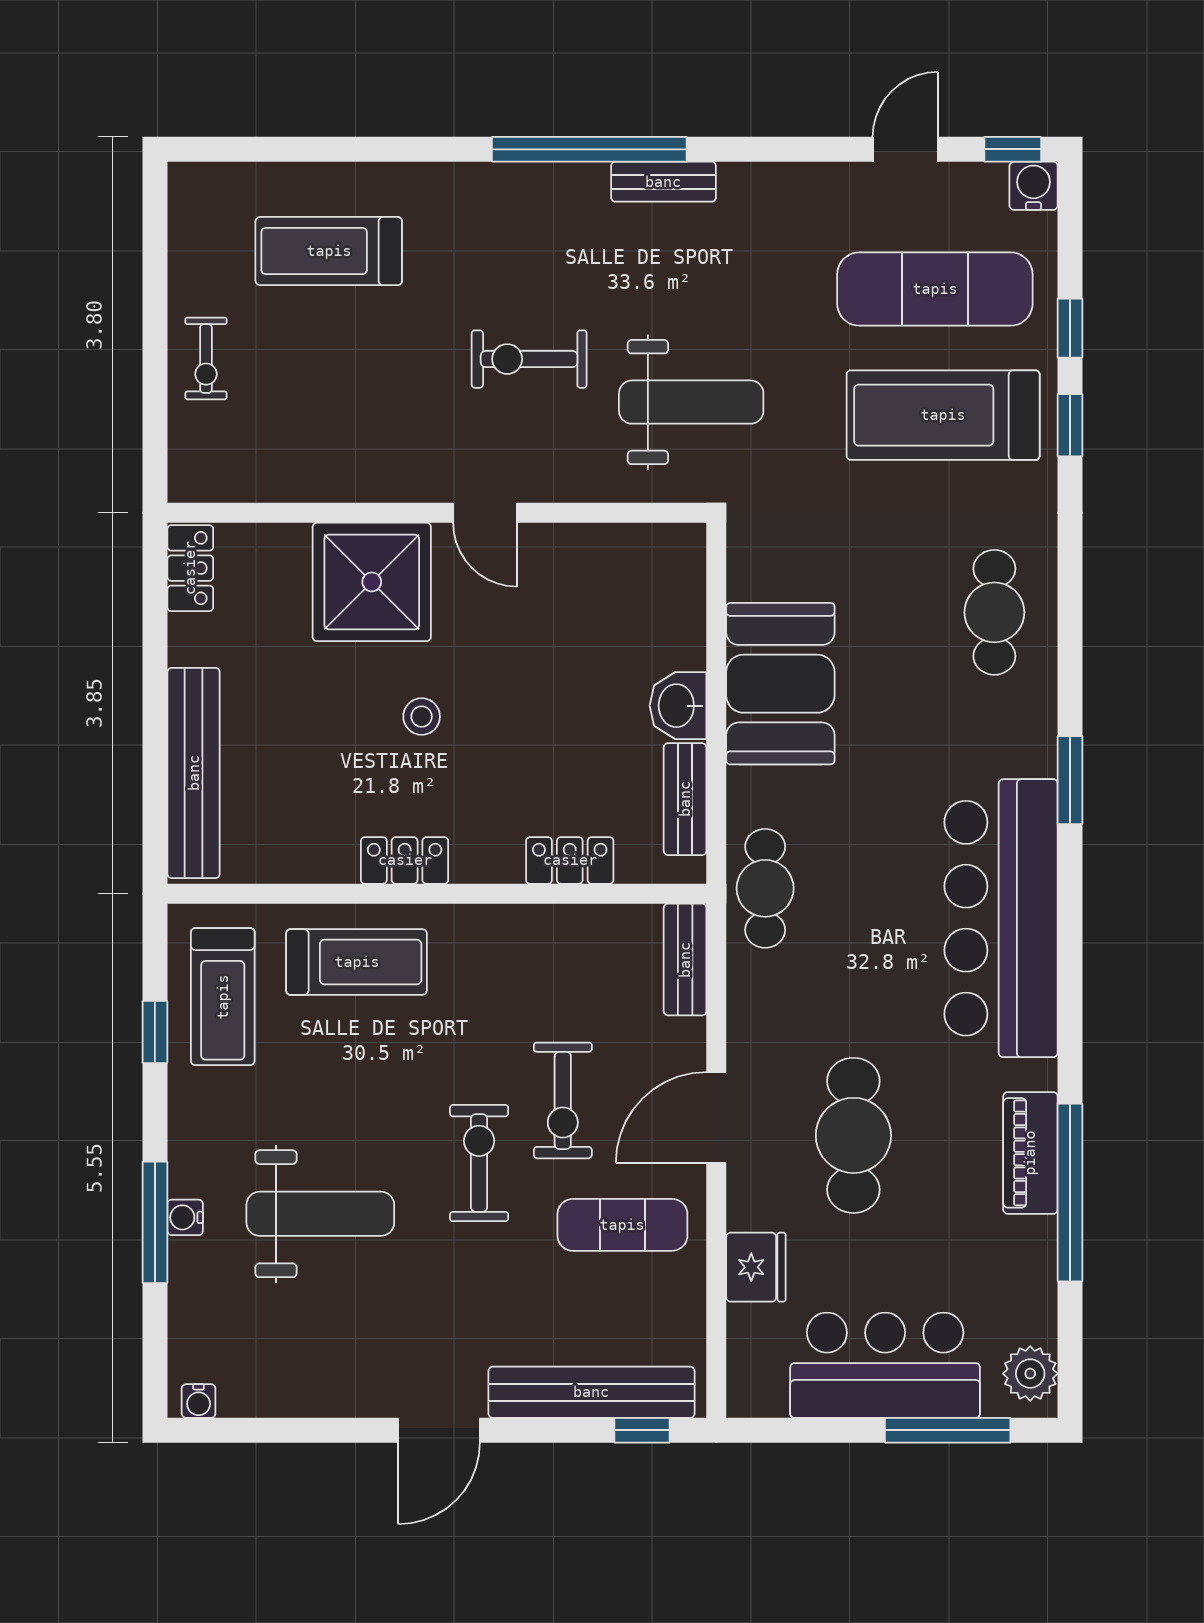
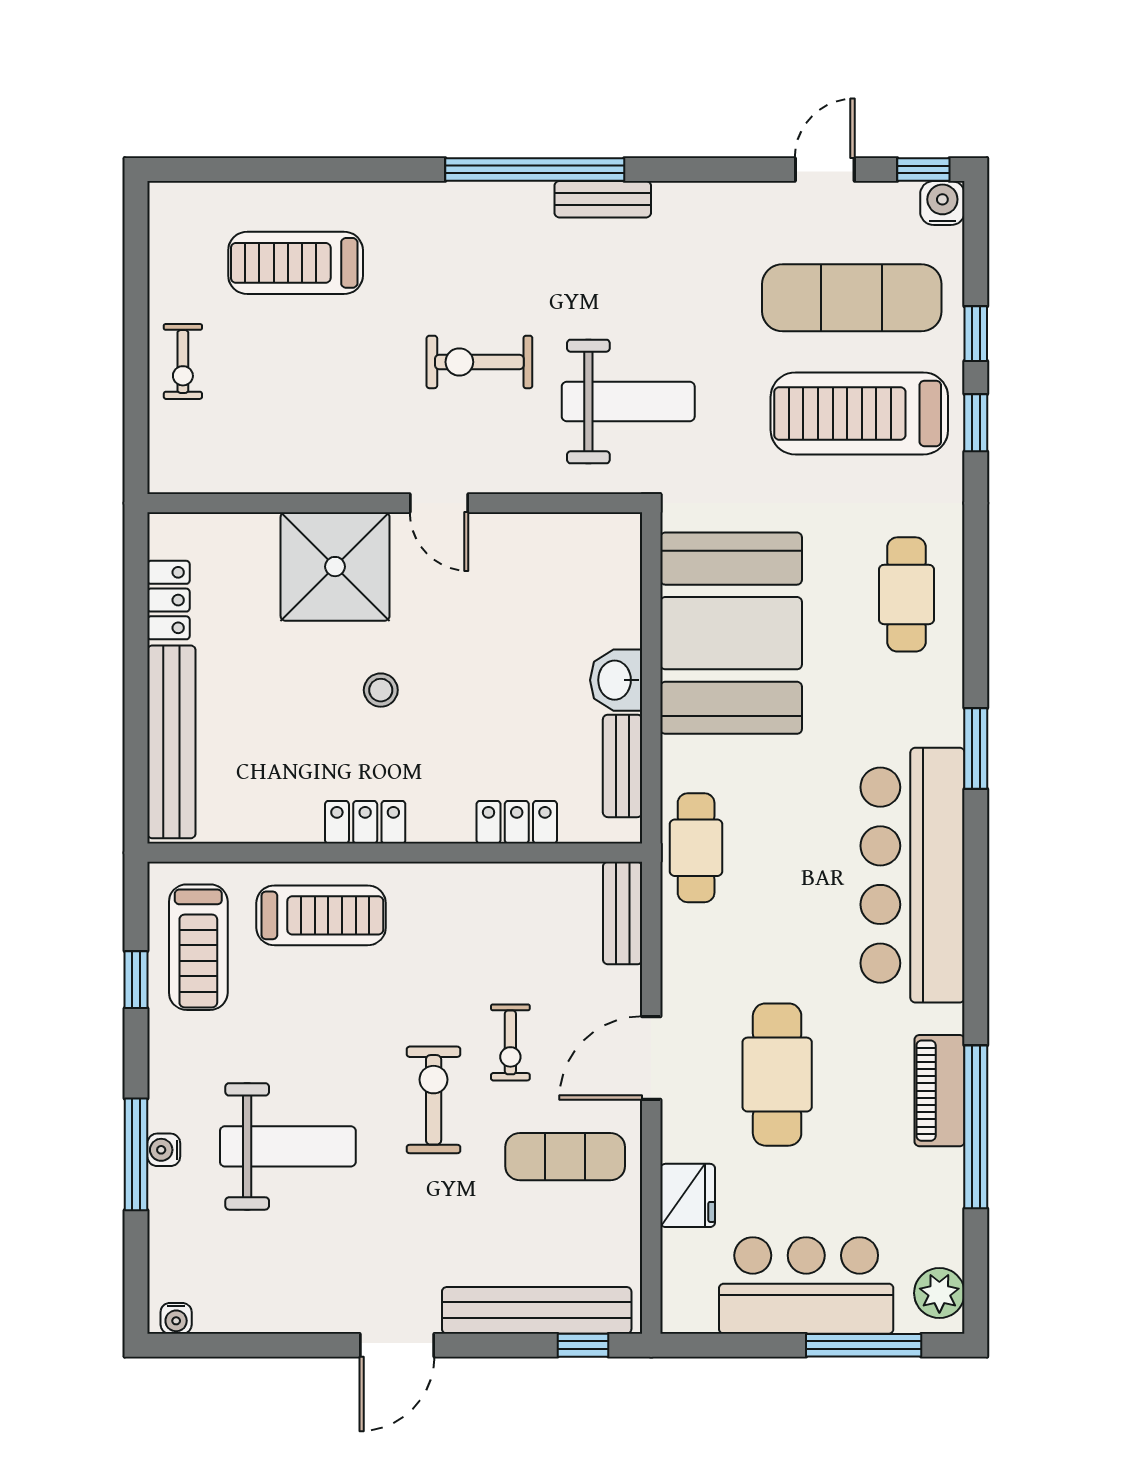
locker: (190, 568) -> (168, 600), moved
booth: (780, 684) -> (731, 633), width x1.36, depth x1.42
exercise bike: (563, 1100) -> (510, 1042), width x0.73, depth x0.72

